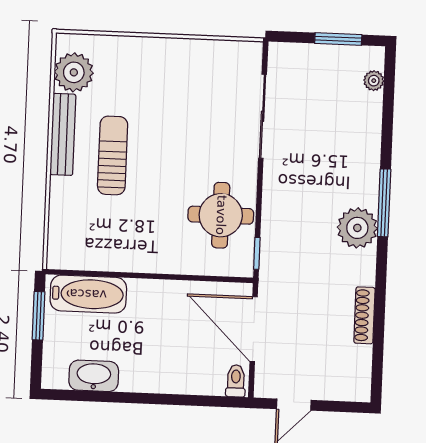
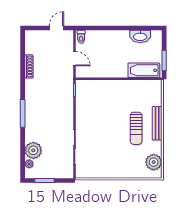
bench: (63, 134) -> (157, 123), moved
round table: (221, 215) -> (90, 105), removed
plant: (357, 228) -> (33, 150), moved
door: (254, 329) -> (75, 59), width x0.53

